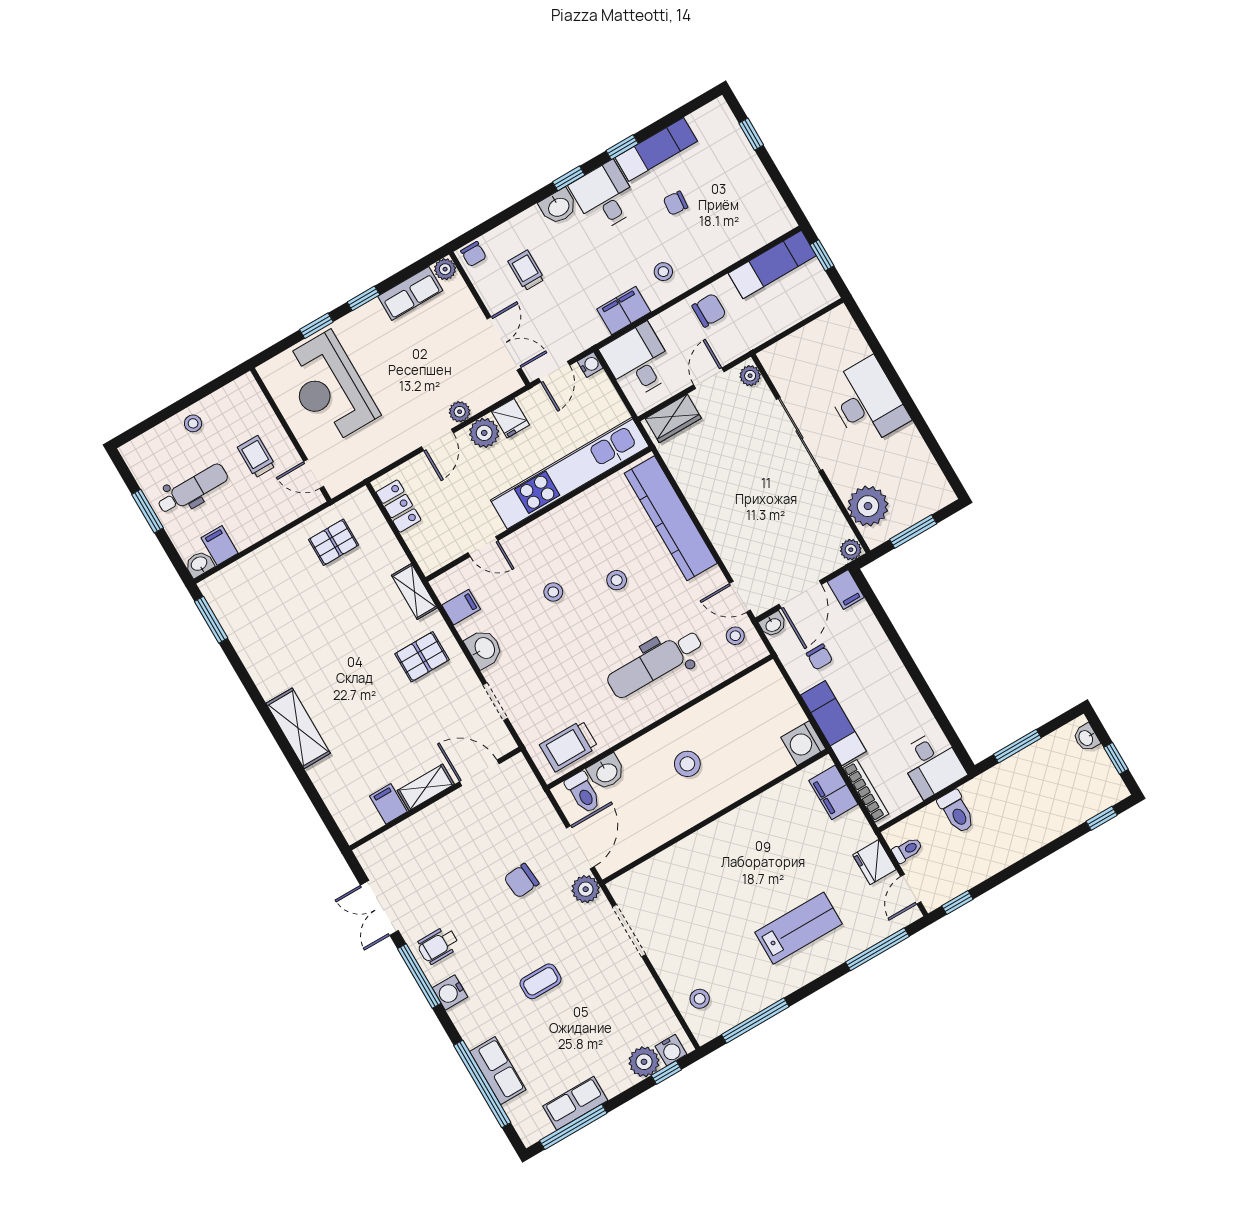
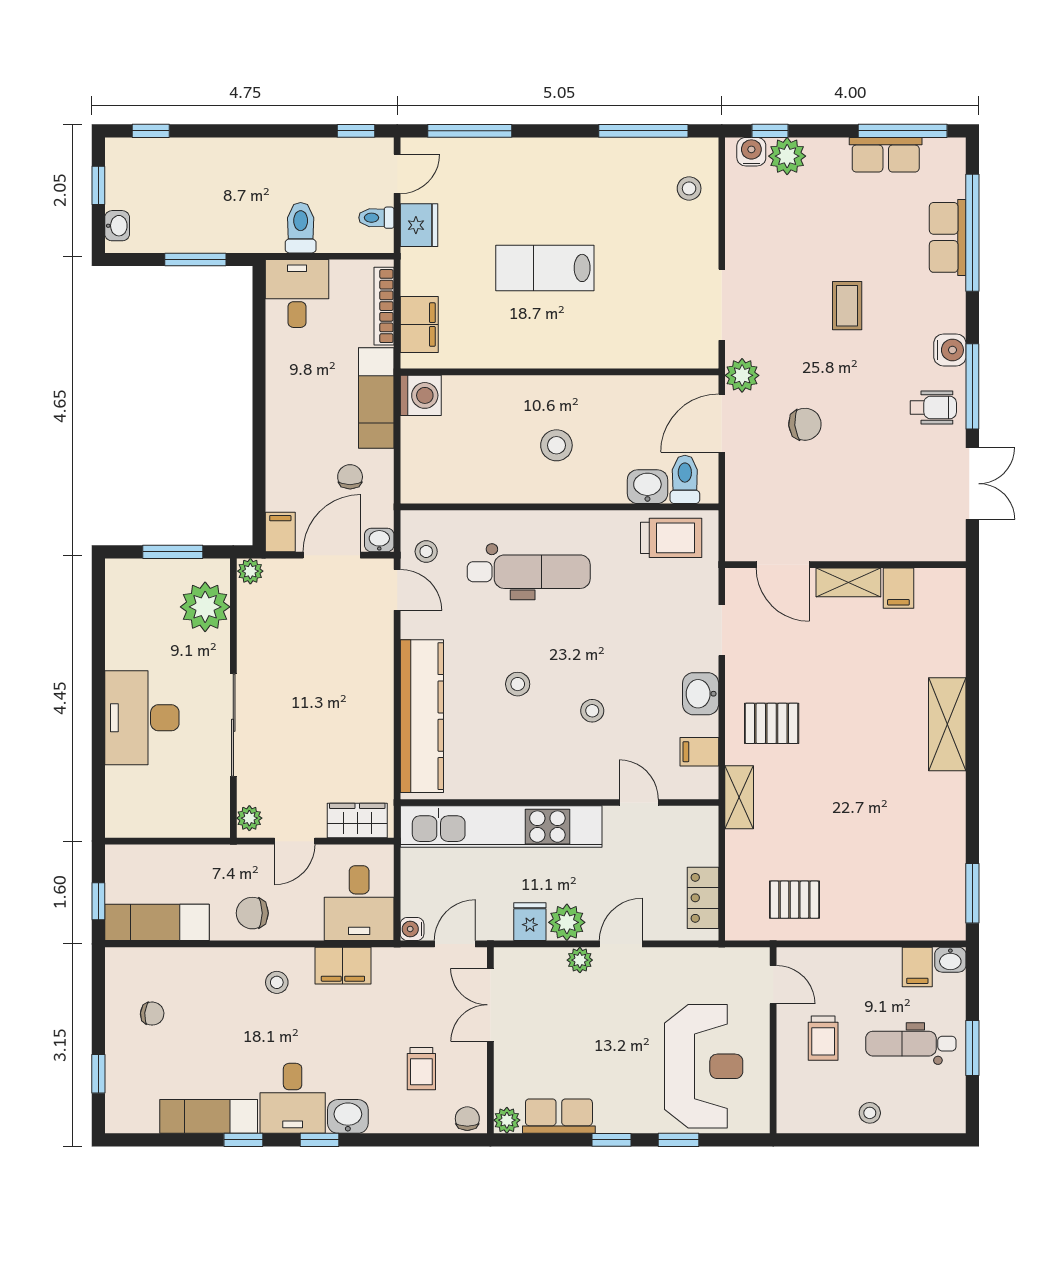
chair: (676, 203) -> (152, 1014), moved
lab bench: (799, 928) -> (545, 268), moved
coffee table: (540, 981) -> (847, 306), turned 90

